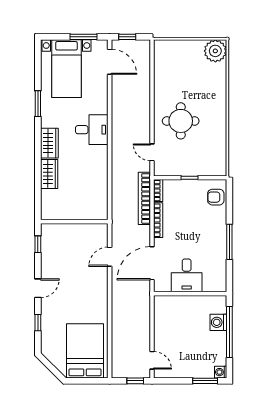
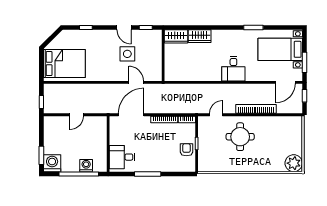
wardrobe: (49, 143) -> (176, 36), moved
armchair: (216, 197) -> (186, 150), moved
bookcase: (144, 198) -> (256, 109), moved
door: (152, 263) -> (131, 115), hinge flipped
side table: (72, 268) -> (127, 54), added
desk: (187, 275) -> (122, 157), moved
door: (38, 288) -> (124, 27), moved
door: (152, 360) -> (77, 115), moved
washing machine: (221, 372) -> (52, 163), width x1.89, depth x1.89

